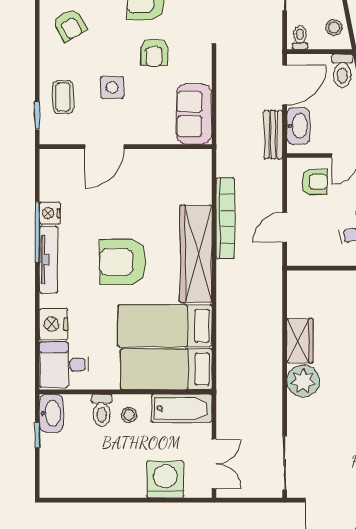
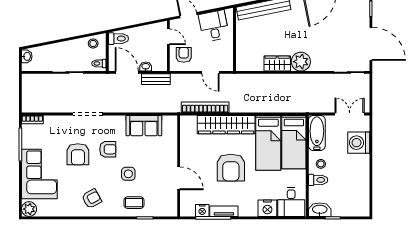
washbasin: (298, 126) -> (146, 67), width x0.52, depth x0.69
door: (105, 147) -> (179, 178), moved
wall: (126, 147) -> (179, 166), moved
tv unit: (49, 260) -> (224, 211), width x0.71

